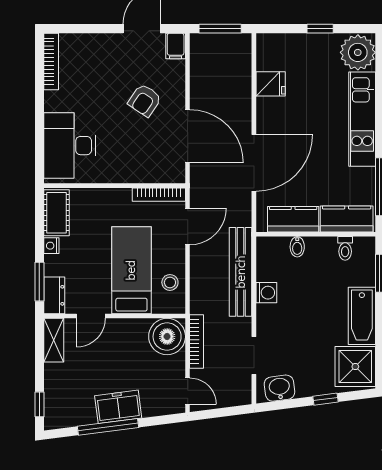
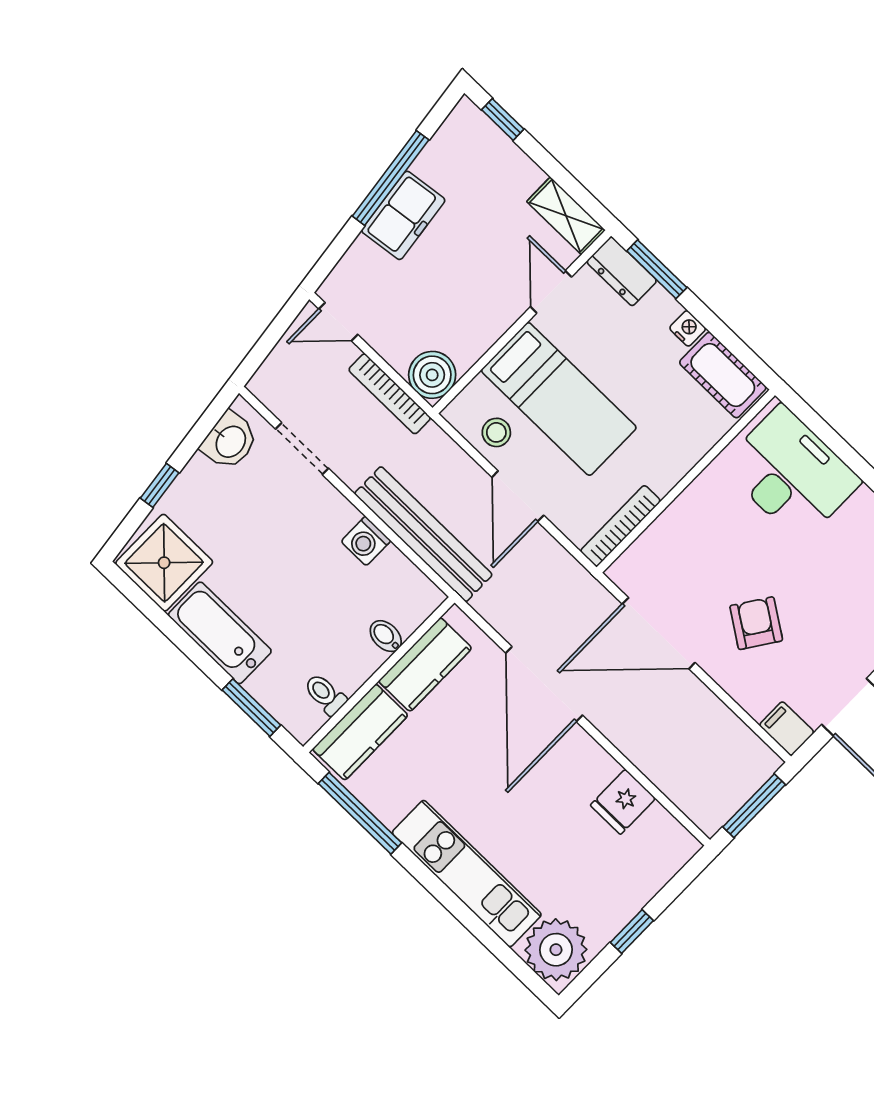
door: (188, 226) -> (518, 496), moved
boiler: (167, 337) -> (432, 375), width x0.73, depth x0.73

